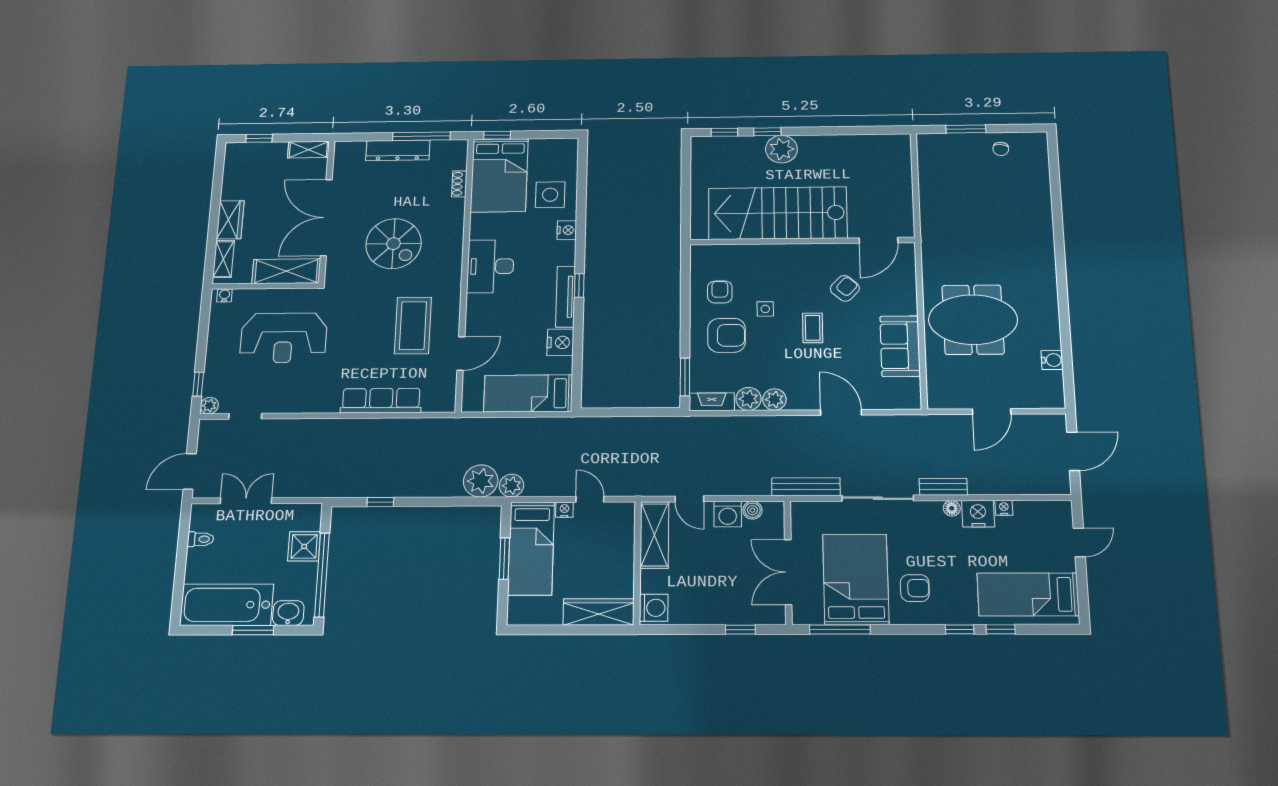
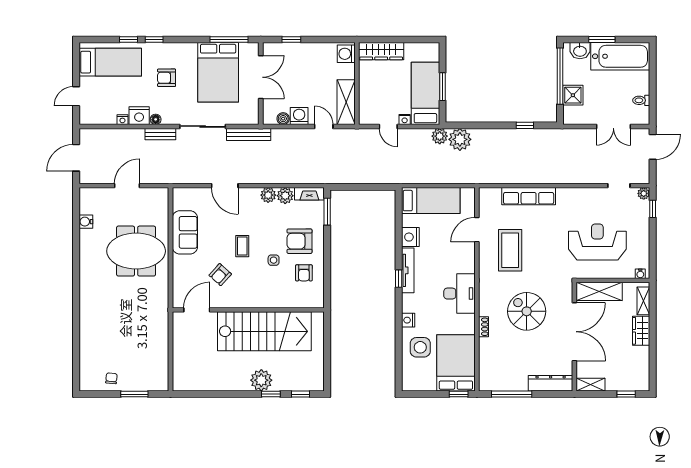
dresser: (398, 150) -> (551, 383), moved
shoe rack: (459, 184) -> (483, 327), moved
armchair: (915, 588) -> (167, 78), moved

